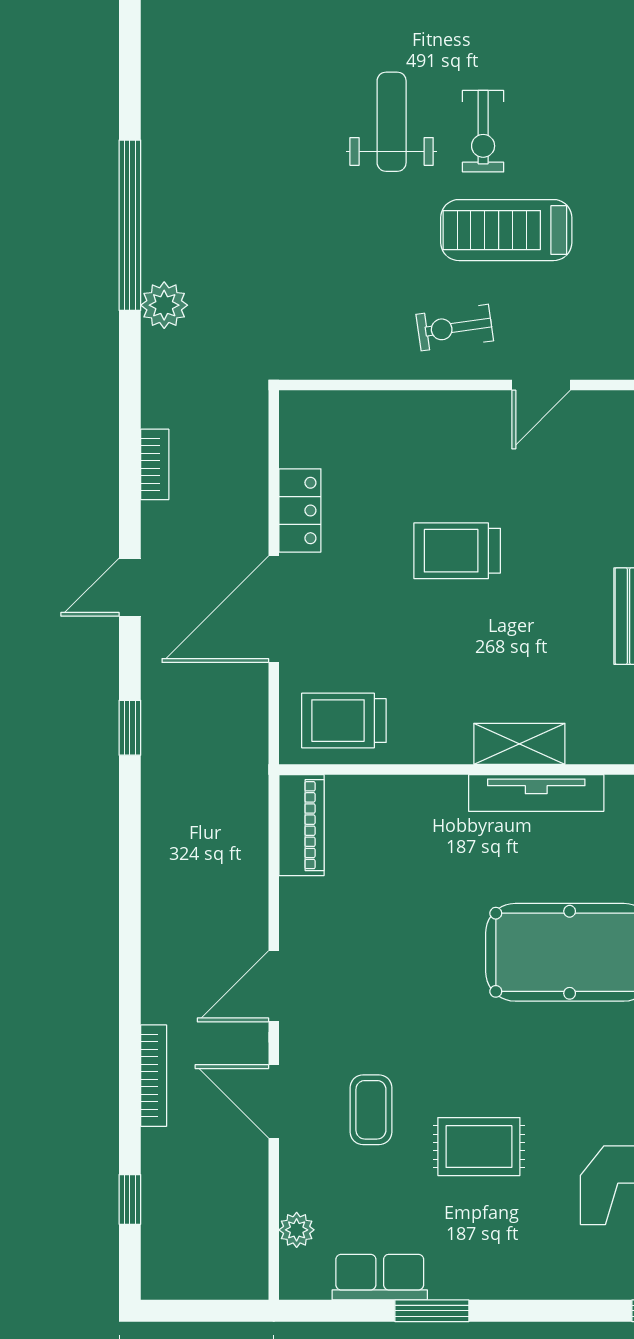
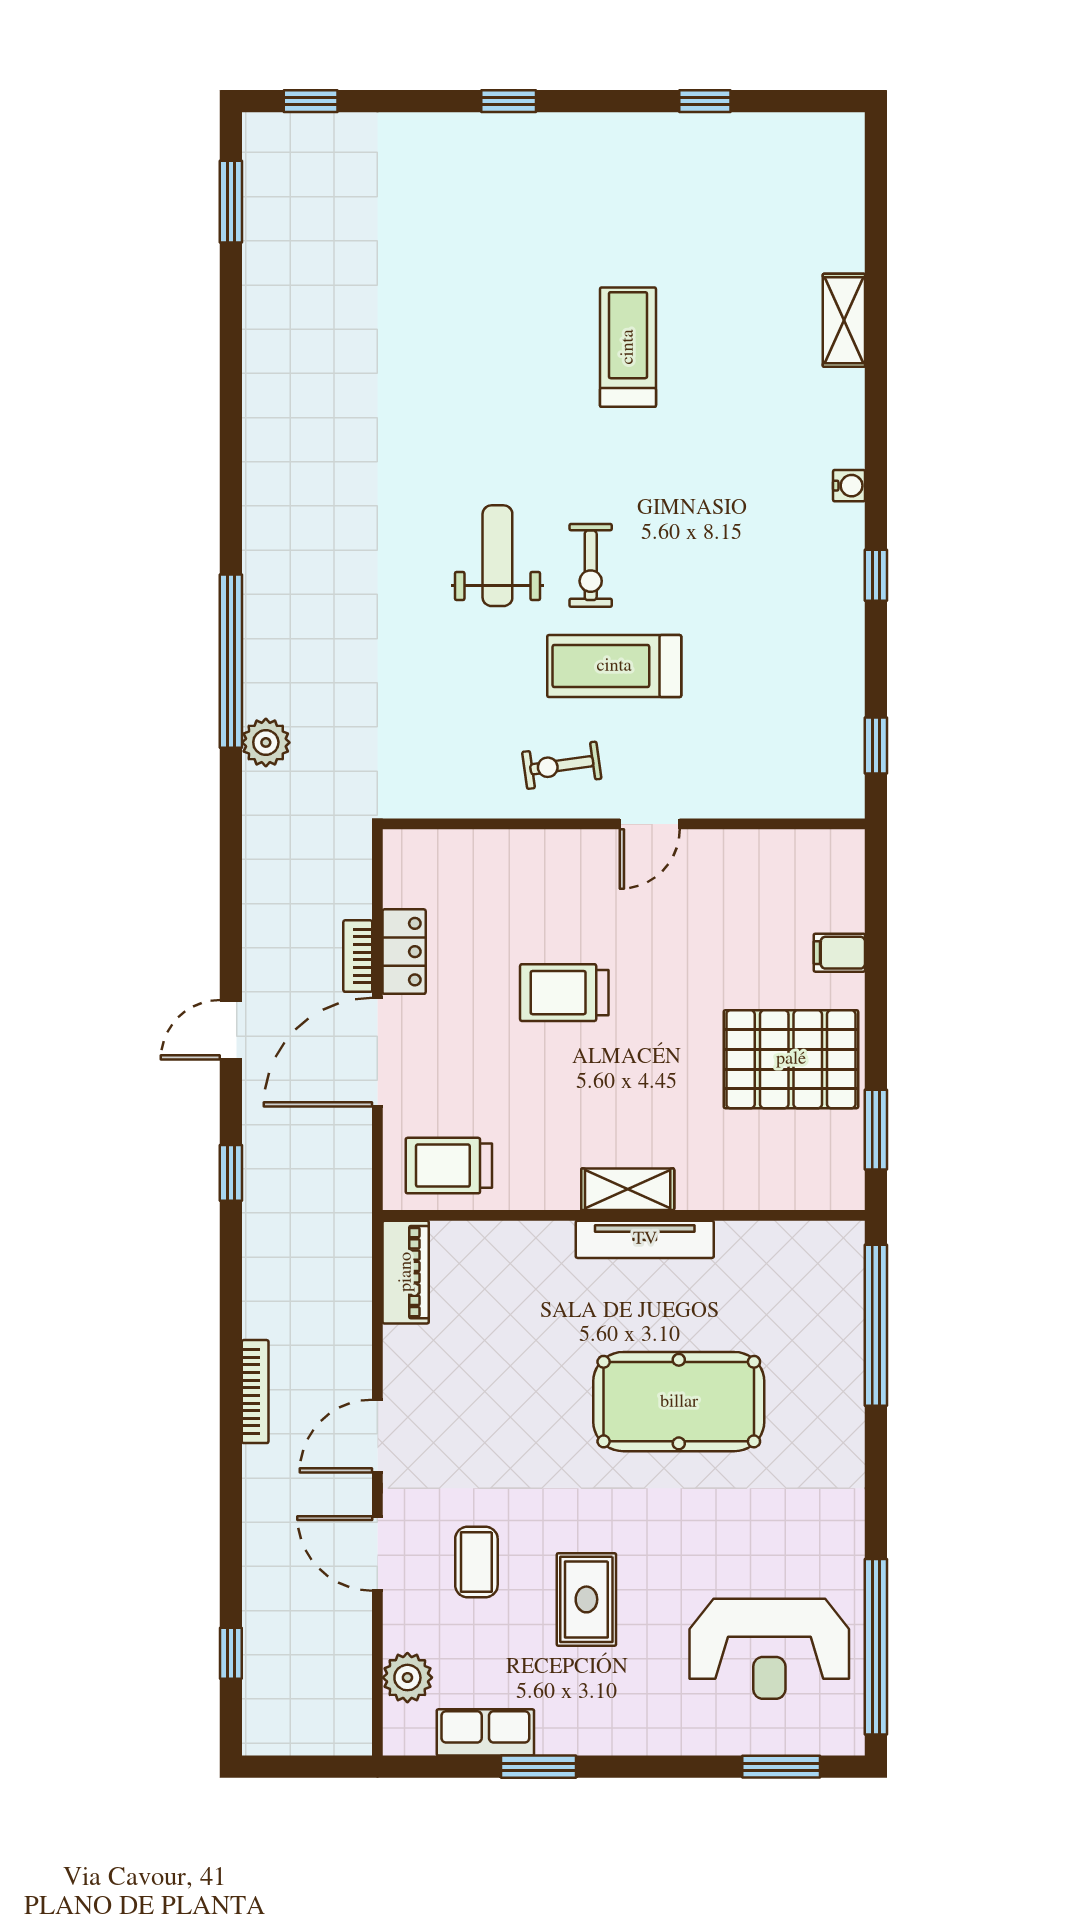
bookcase: (155, 464) -> (358, 956), moved, turned 180
bookcase: (154, 1076) -> (255, 1392), moved
rug: (479, 1147) -> (586, 1599), turned 90
plant: (297, 1230) -> (407, 1678), width x1.38, depth x1.38

